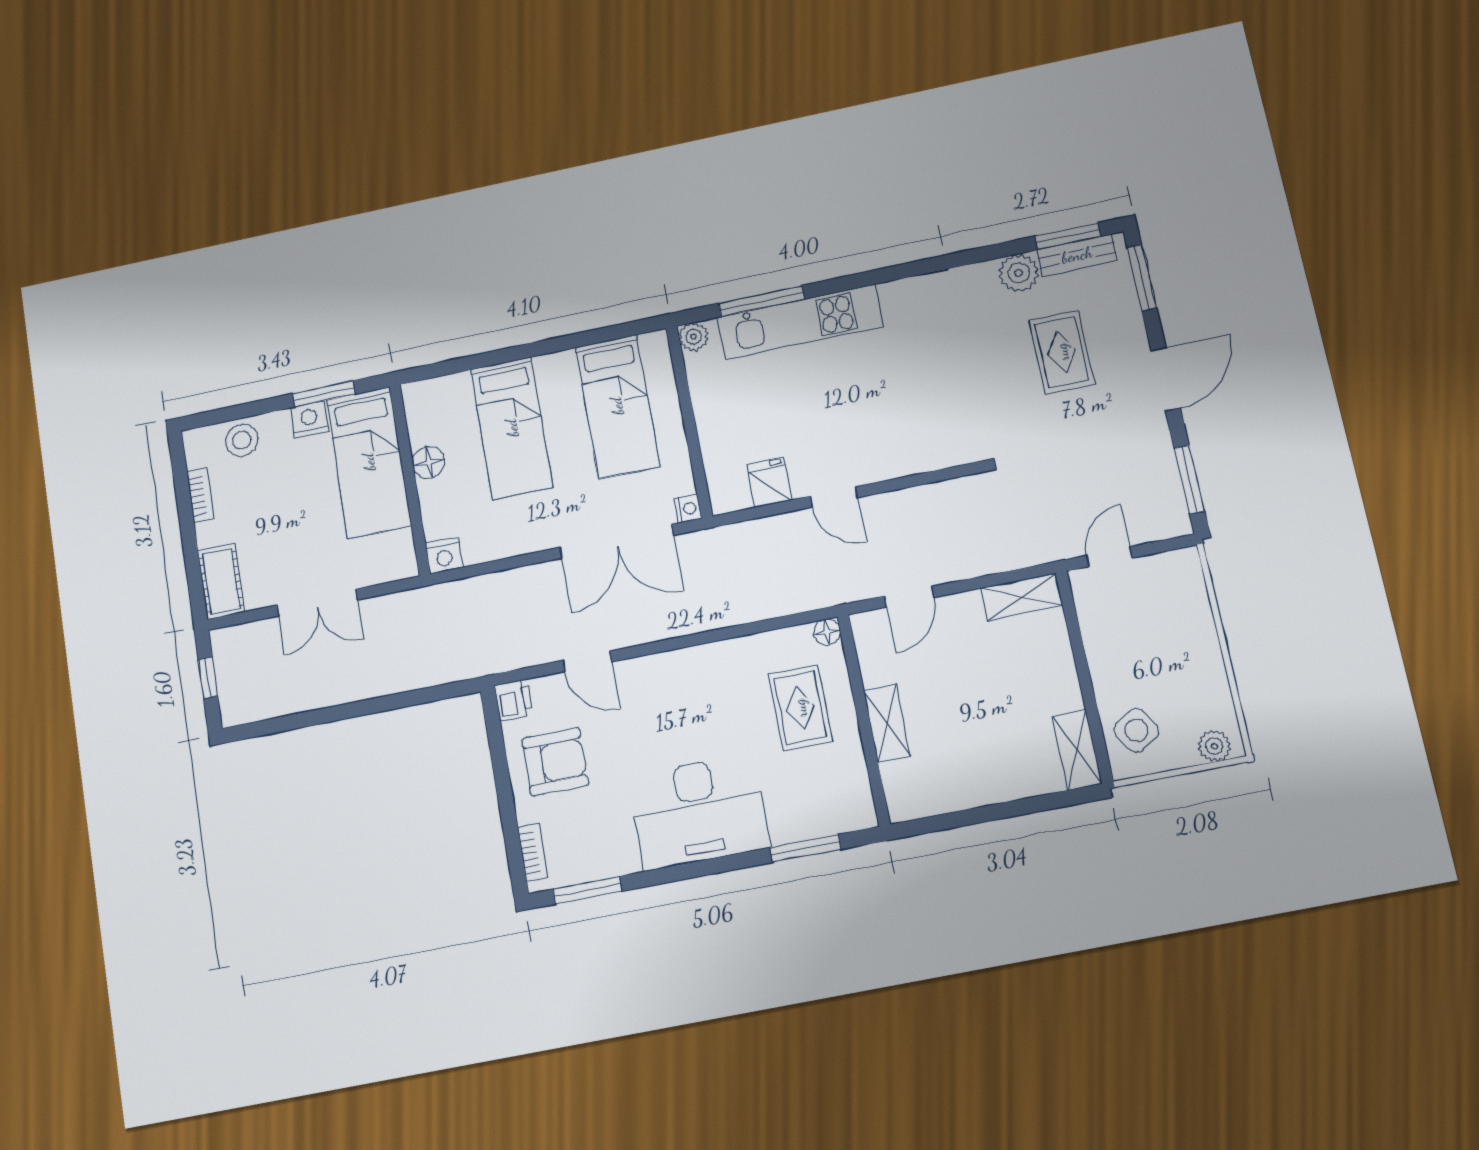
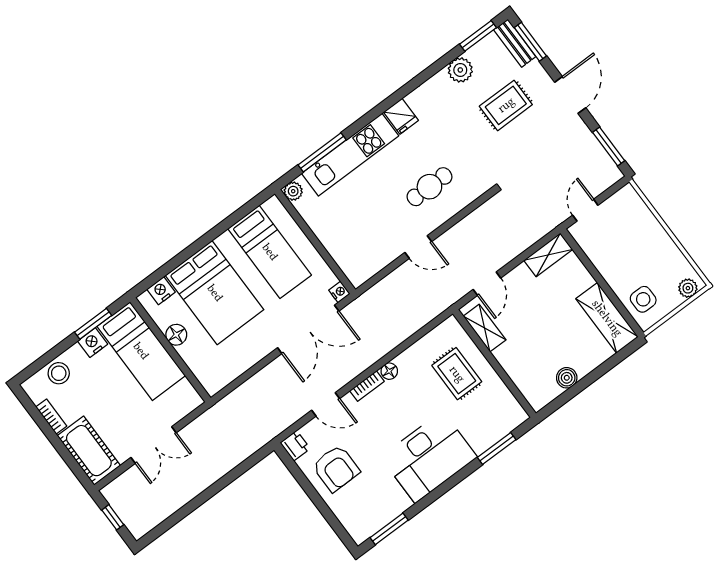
bench: (1077, 255) -> (515, 43), moved, turned 90
rug: (1062, 352) -> (506, 105), turned 90
cafe table: (893, 418) -> (429, 187), added
bed: (512, 428) -> (215, 293), width x1.50
fridge: (769, 483) -> (401, 116), moved, turned 180
nightstand: (444, 556) -> (161, 291), moved, turned 180
cot: (221, 581) -> (89, 451), width x1.37, depth x1.34
floor lamp: (827, 632) -> (389, 371), moved
shelving: (887, 723) -> (485, 328), moved
side table: (1136, 730) -> (643, 299), turned 31
shelving: (1077, 750) -> (607, 318), width x1.50, depth x1.33
armchair: (555, 762) -> (336, 468), turned 90
boiler: (963, 793) -> (567, 378), added
bookcase: (533, 852) -> (367, 386), moved, turned 90

